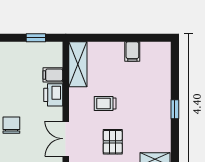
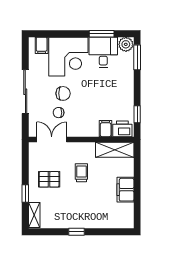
filing cabinet: (132, 52) -> (125, 190), width x2.00
printer: (53, 95) -> (122, 129), moved
chair: (34, 131) -> (59, 113), added

